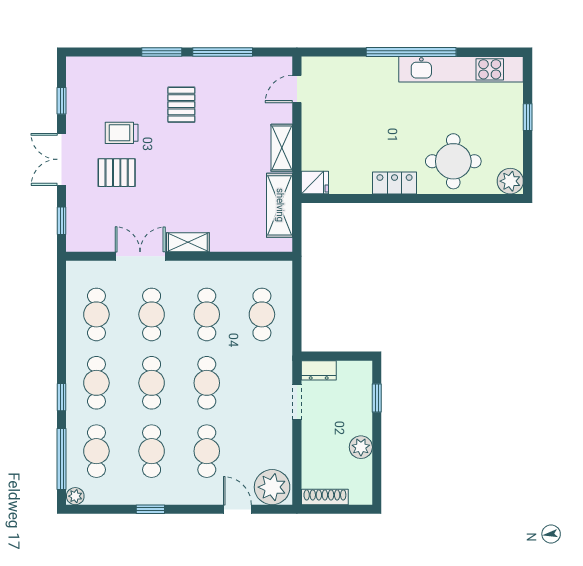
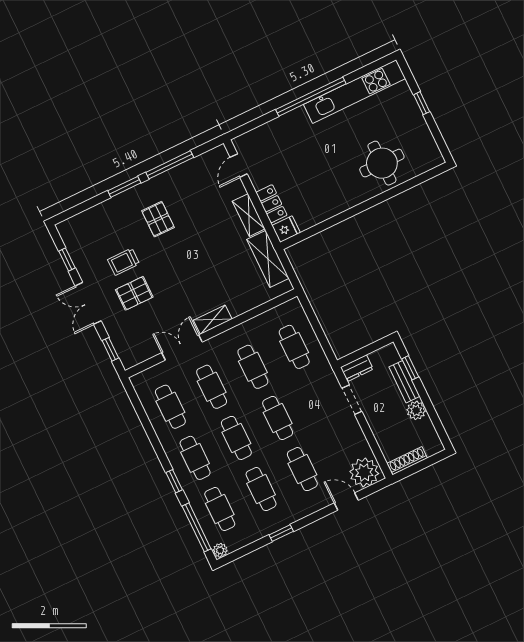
plant: (510, 181) -> (432, 157), removed
locker: (395, 183) -> (271, 204), moved, turned 90
bench: (363, 410) -> (404, 382), added

